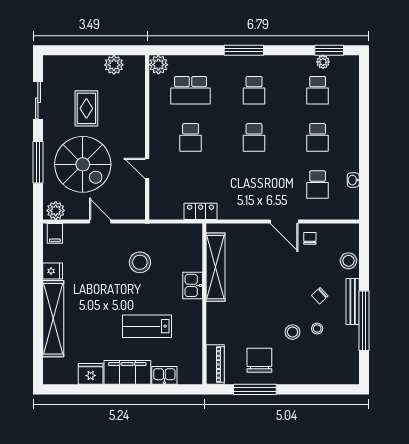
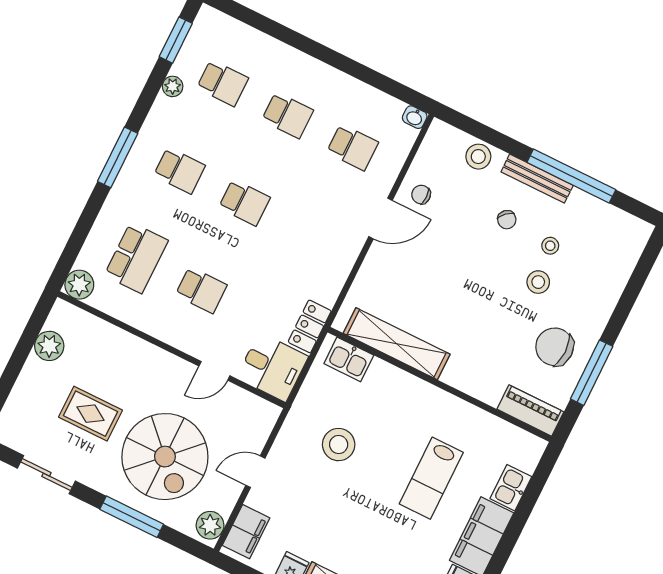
plant: (323, 62) -> (173, 86), moved
spiral stairs: (83, 164) -> (165, 457), turned 90
washbasin: (353, 180) -> (415, 117), moved
desk: (166, 201) -> (272, 367), added
filing cabinet: (55, 233) -> (246, 532), width x2.00
kitchen sink: (193, 285) -> (349, 359), moved

